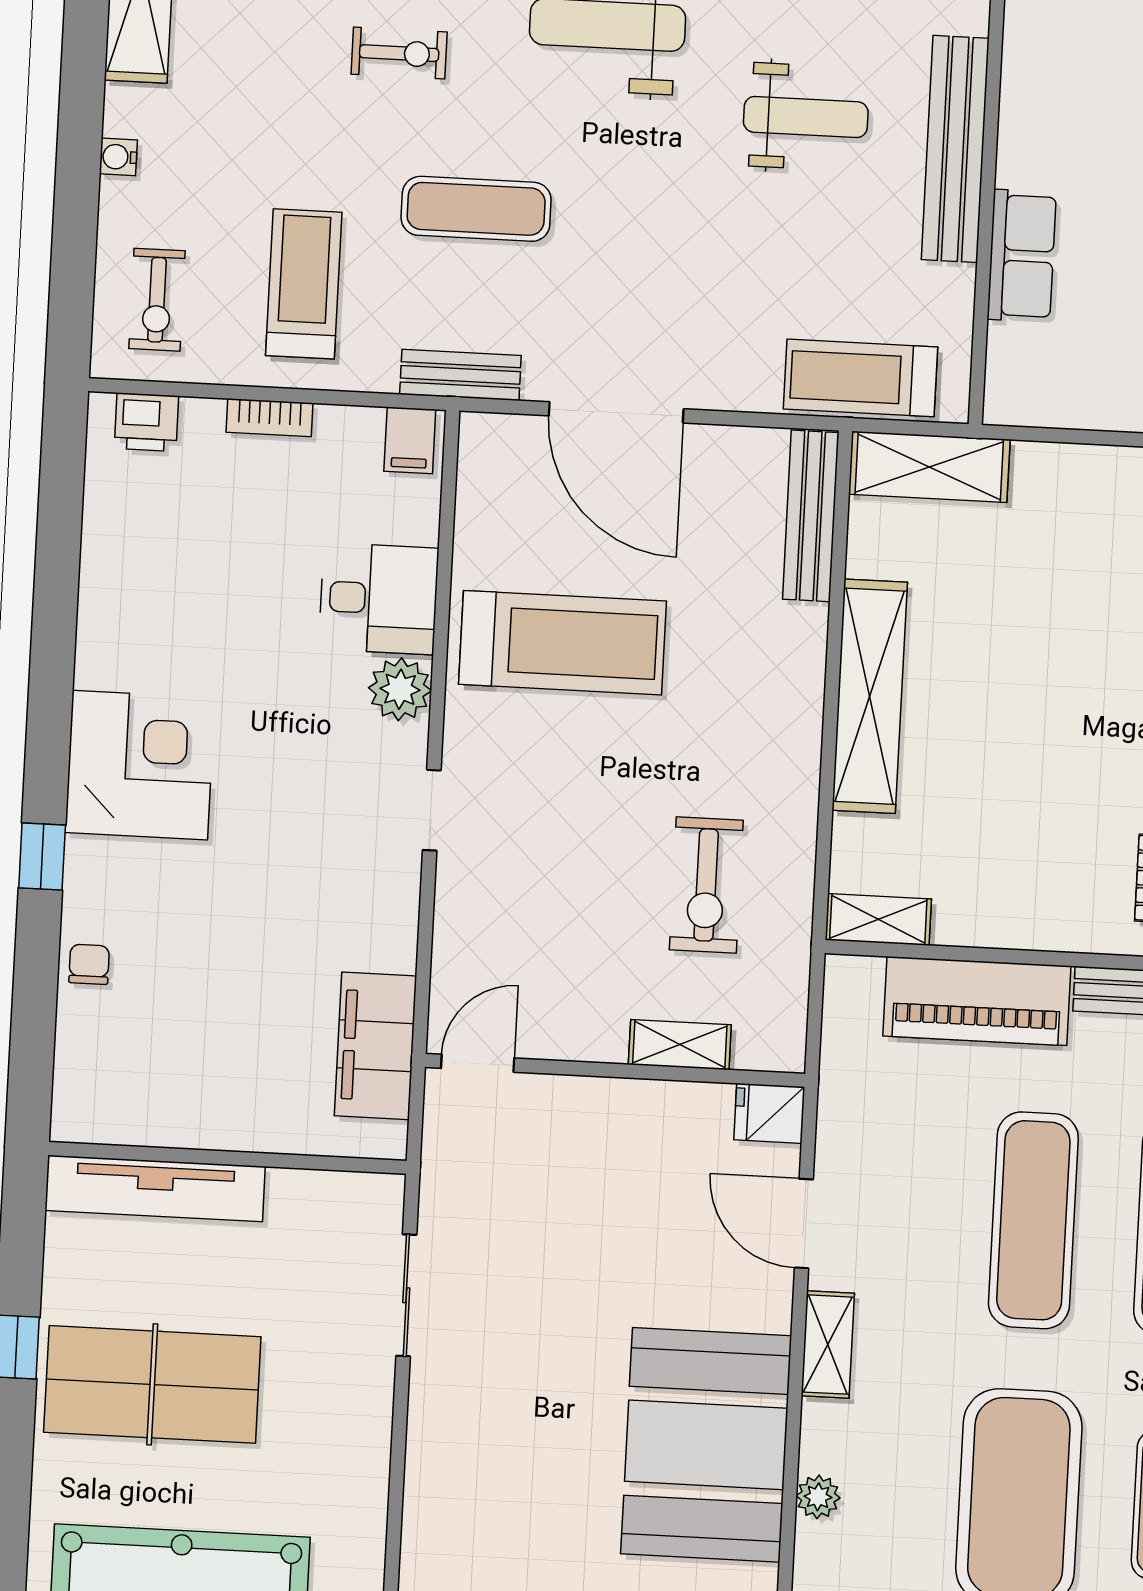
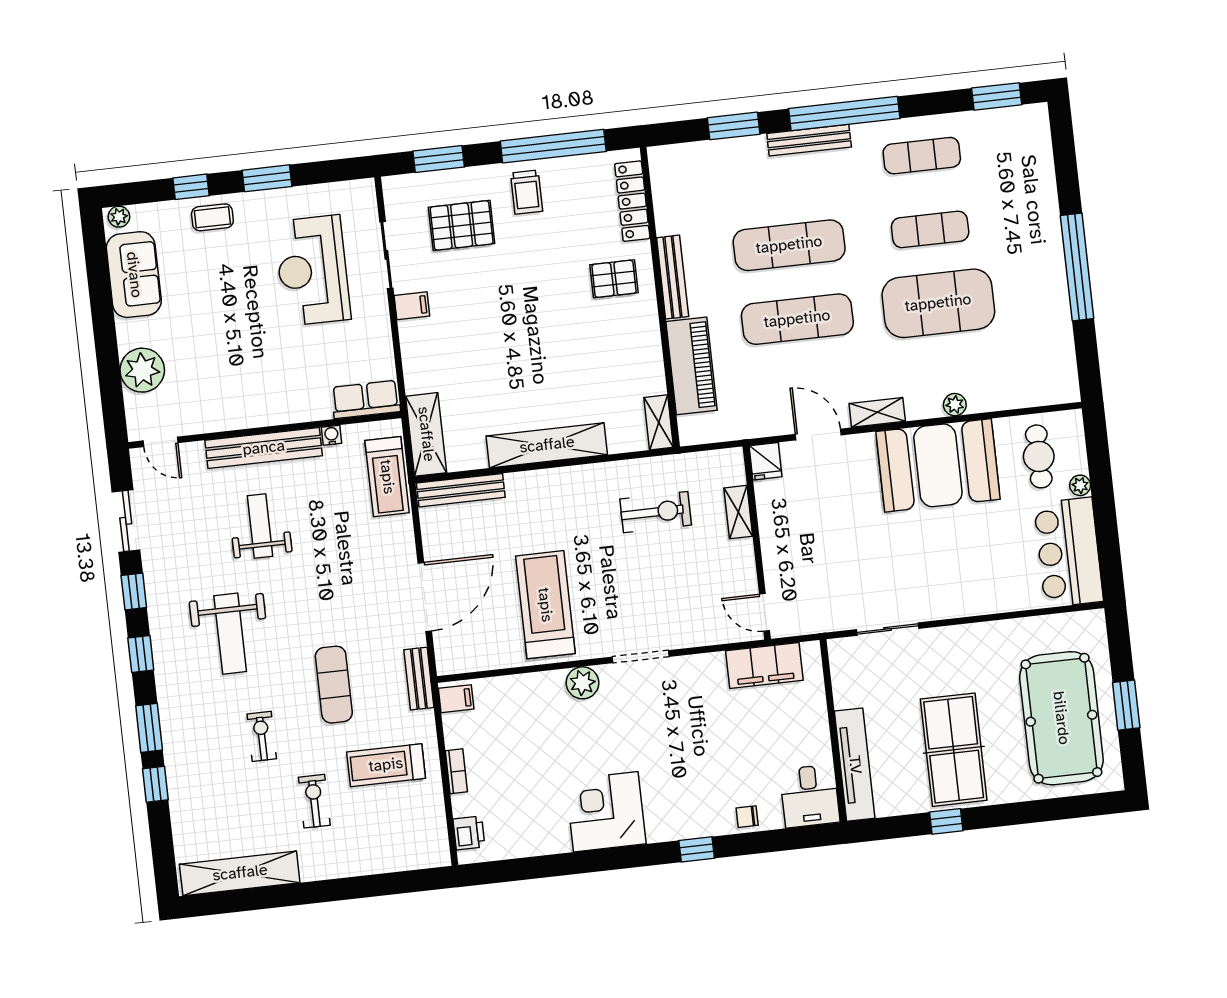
water cooler: (118, 157) -> (332, 435), moved, turned 180
row of seats: (1022, 256) -> (366, 399), moved
exercise bike: (157, 300) -> (314, 801), moved, turned -90
desk: (379, 599) -> (810, 796), moved, turned 180
corner desk: (140, 765) -> (606, 812), moved
doorway: (432, 810) -> (641, 657), width x1.38
door: (804, 1224) -> (818, 435), swing flipped

